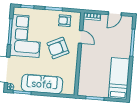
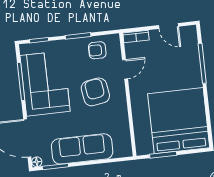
door: (115, 14) -> (168, 26), hinge flipped
door: (81, 37) -> (125, 69), hinge flipped
armchair: (58, 48) -> (95, 92), turned 106
bed: (119, 78) -> (179, 121), width x2.04

